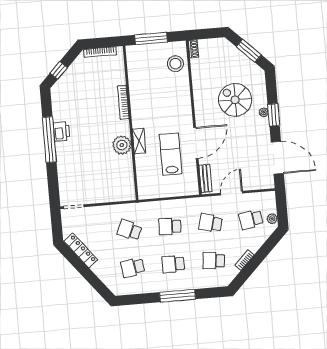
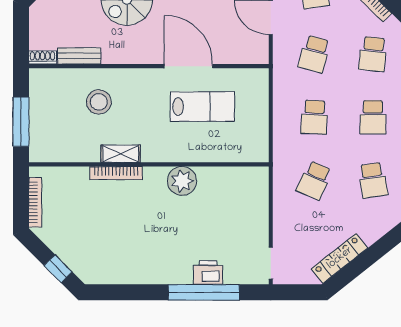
stool: (175, 64) -> (99, 102), moved
printer: (61, 131) -> (208, 273), moved
window: (49, 140) -> (204, 292), moved
shelving: (139, 141) -> (121, 154), moved
lab bench: (171, 154) -> (202, 107), turned 180
bench: (206, 178) -> (79, 56), moved

